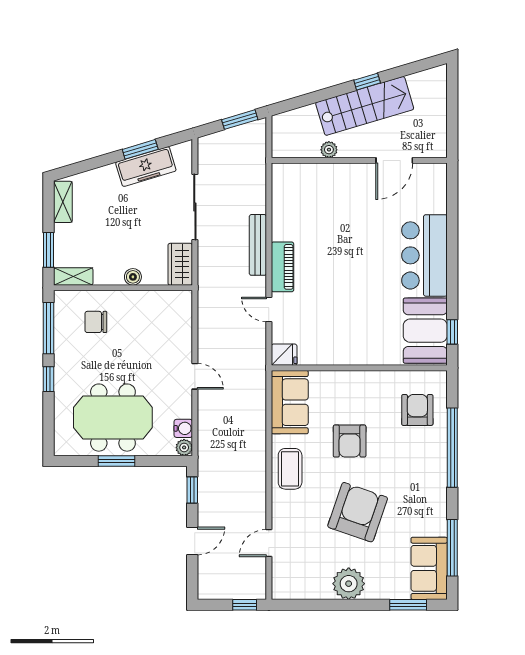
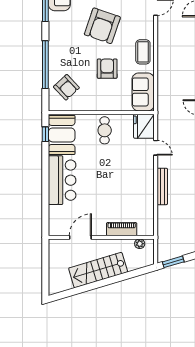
window: (367, 82) -> (97, 285), removed
plant: (329, 150) -> (140, 244), moved
piano: (283, 267) -> (122, 229), moved, turned 90
cafe table: (354, 338) -> (105, 130), added
fridge: (284, 355) -> (144, 126), width x1.88, depth x1.34
armchair: (417, 410) -> (66, 87), turned -43

